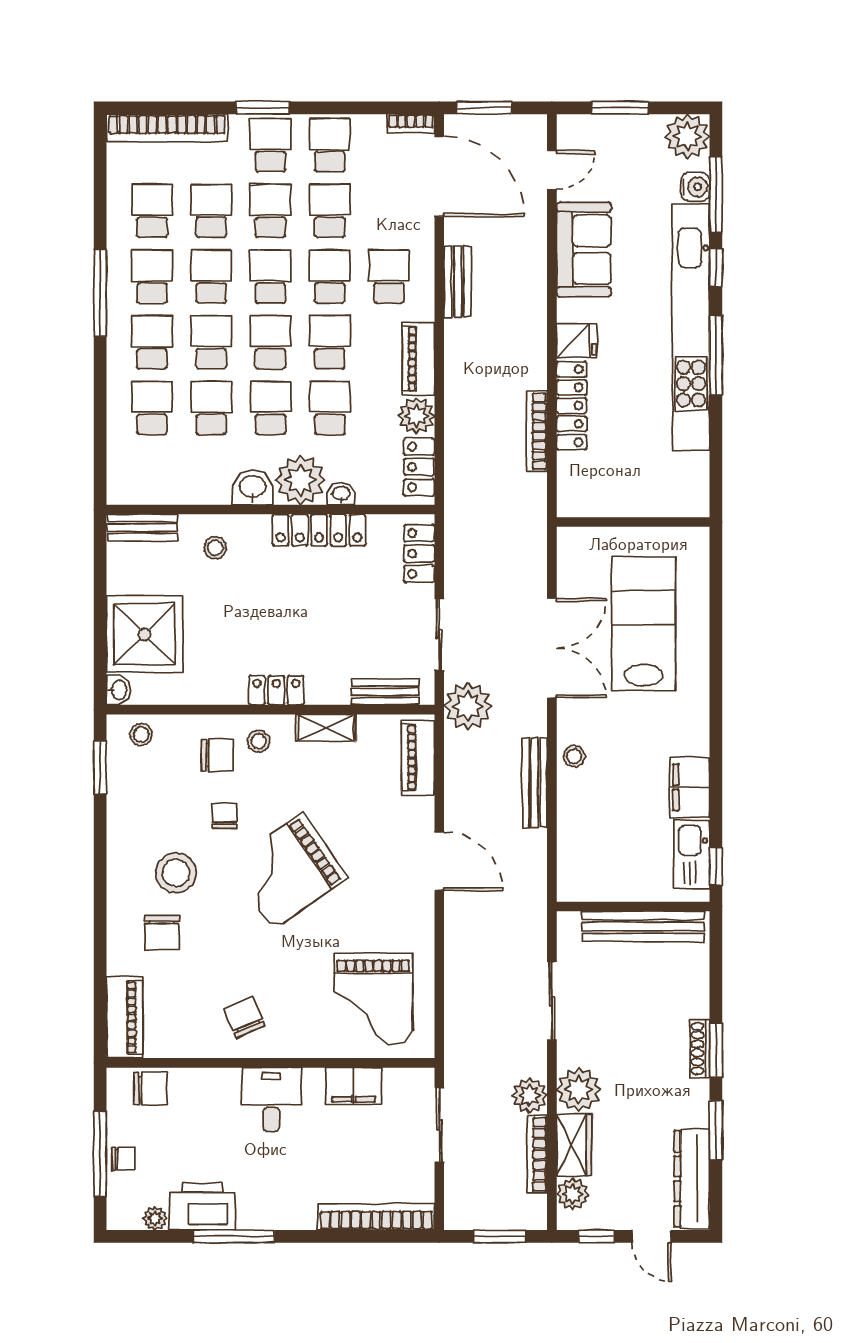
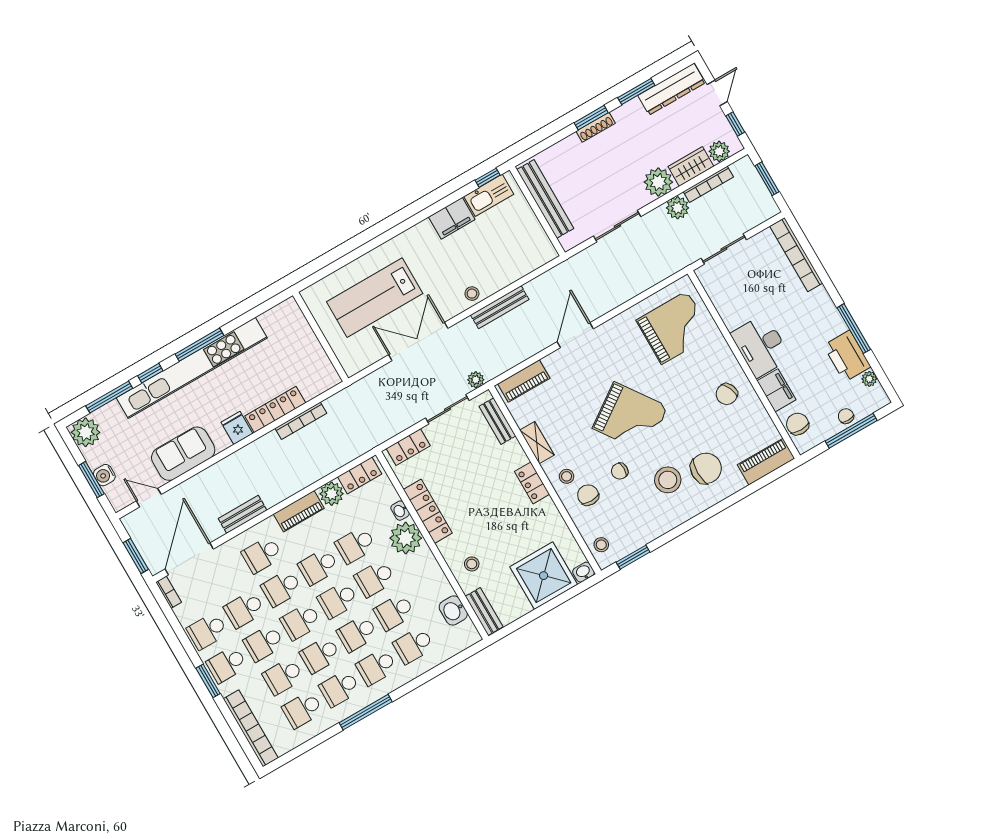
water cooler: (695, 187) -> (104, 475), moved, turned -90
washbasin: (253, 487) -> (453, 610), moved
plant: (468, 706) -> (476, 380), width x0.53, depth x0.53
chair: (162, 932) -> (706, 468), width x1.37, depth x1.37
filing cabinet: (354, 1086) -> (776, 390), moved
desk: (271, 1100) -> (761, 346), width x1.37

